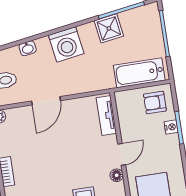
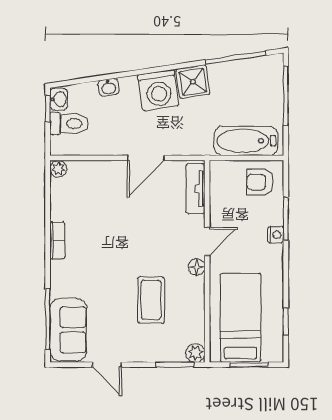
shower: (109, 28) -> (193, 82), moved
door: (46, 101) -> (146, 158), moved
nightstand: (171, 127) -> (276, 235), moved

